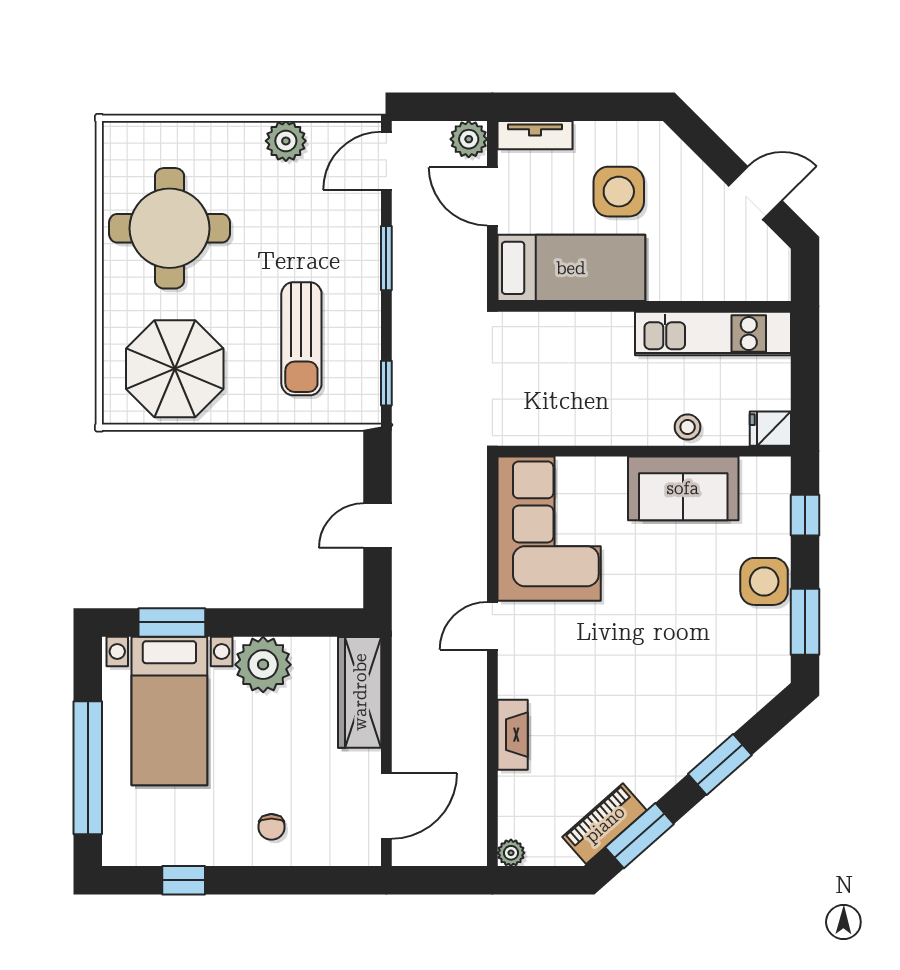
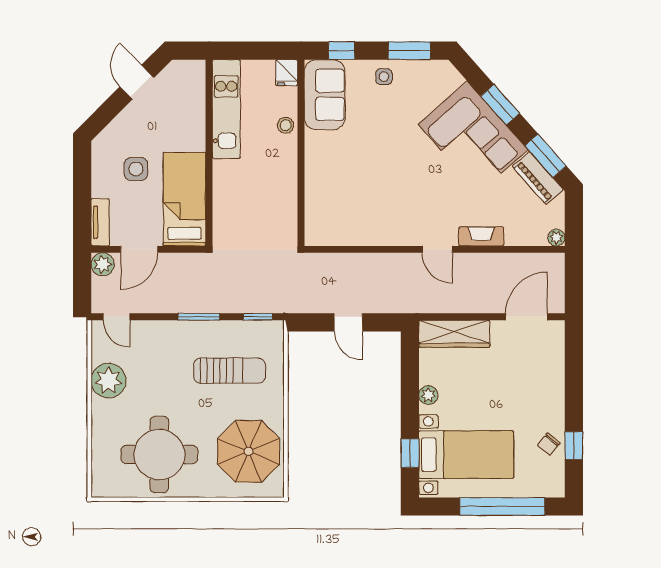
plant: (286, 141) -> (108, 381), width x1.36, depth x1.36
door: (386, 161) -> (116, 317), width x0.73
side table: (619, 192) -> (136, 169), width x0.73, depth x0.73
window: (386, 258) -> (199, 317), moved
sofa: (683, 488) -> (325, 95), moved
corner sofa: (549, 529) -> (473, 137), moved, turned -132
side table: (764, 581) -> (384, 77), width x0.54, depth x0.54
window: (172, 622) -> (410, 453), width x0.67
door: (492, 626) -> (437, 249), moved
plant: (263, 665) -> (428, 395), width x0.53, depth x0.53
door: (386, 806) -> (526, 317), hinge flipped
chair: (271, 827) -> (549, 444), moved, turned 129

